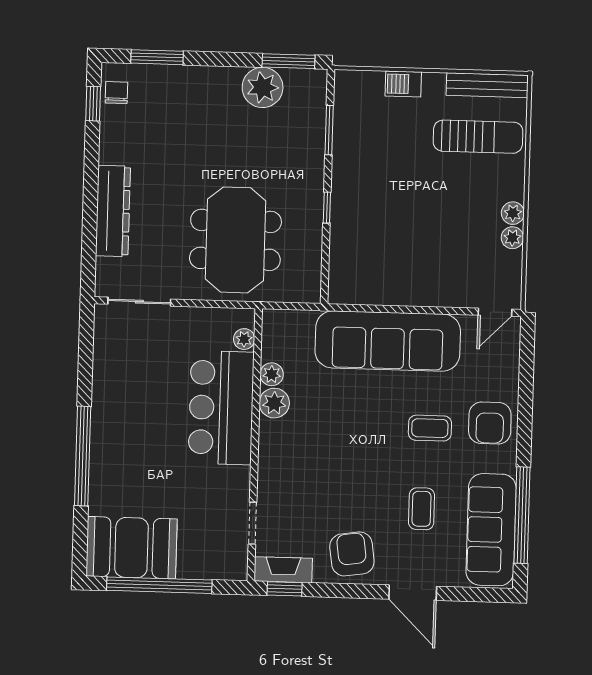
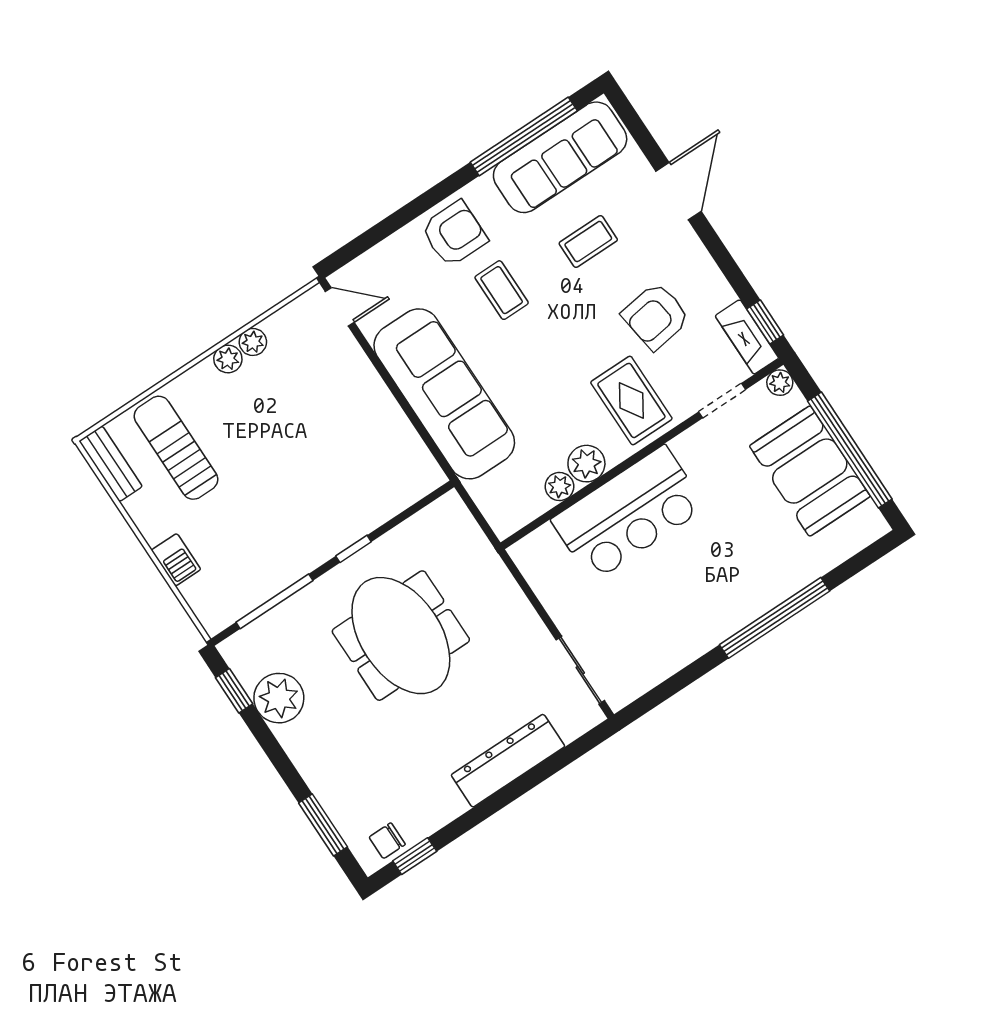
window: (289, 61) -> (234, 691), width x0.67
bench: (487, 85) -> (111, 464), width x0.73
window: (329, 130) -> (274, 601), width x1.44
meeting table: (235, 240) -> (401, 636), moved, turned 90
plant: (244, 339) -> (780, 383), moved
rug: (295, 463) -> (631, 400), added
booth: (131, 548) -> (810, 471), moved
armchair: (352, 554) -> (656, 316), moved

